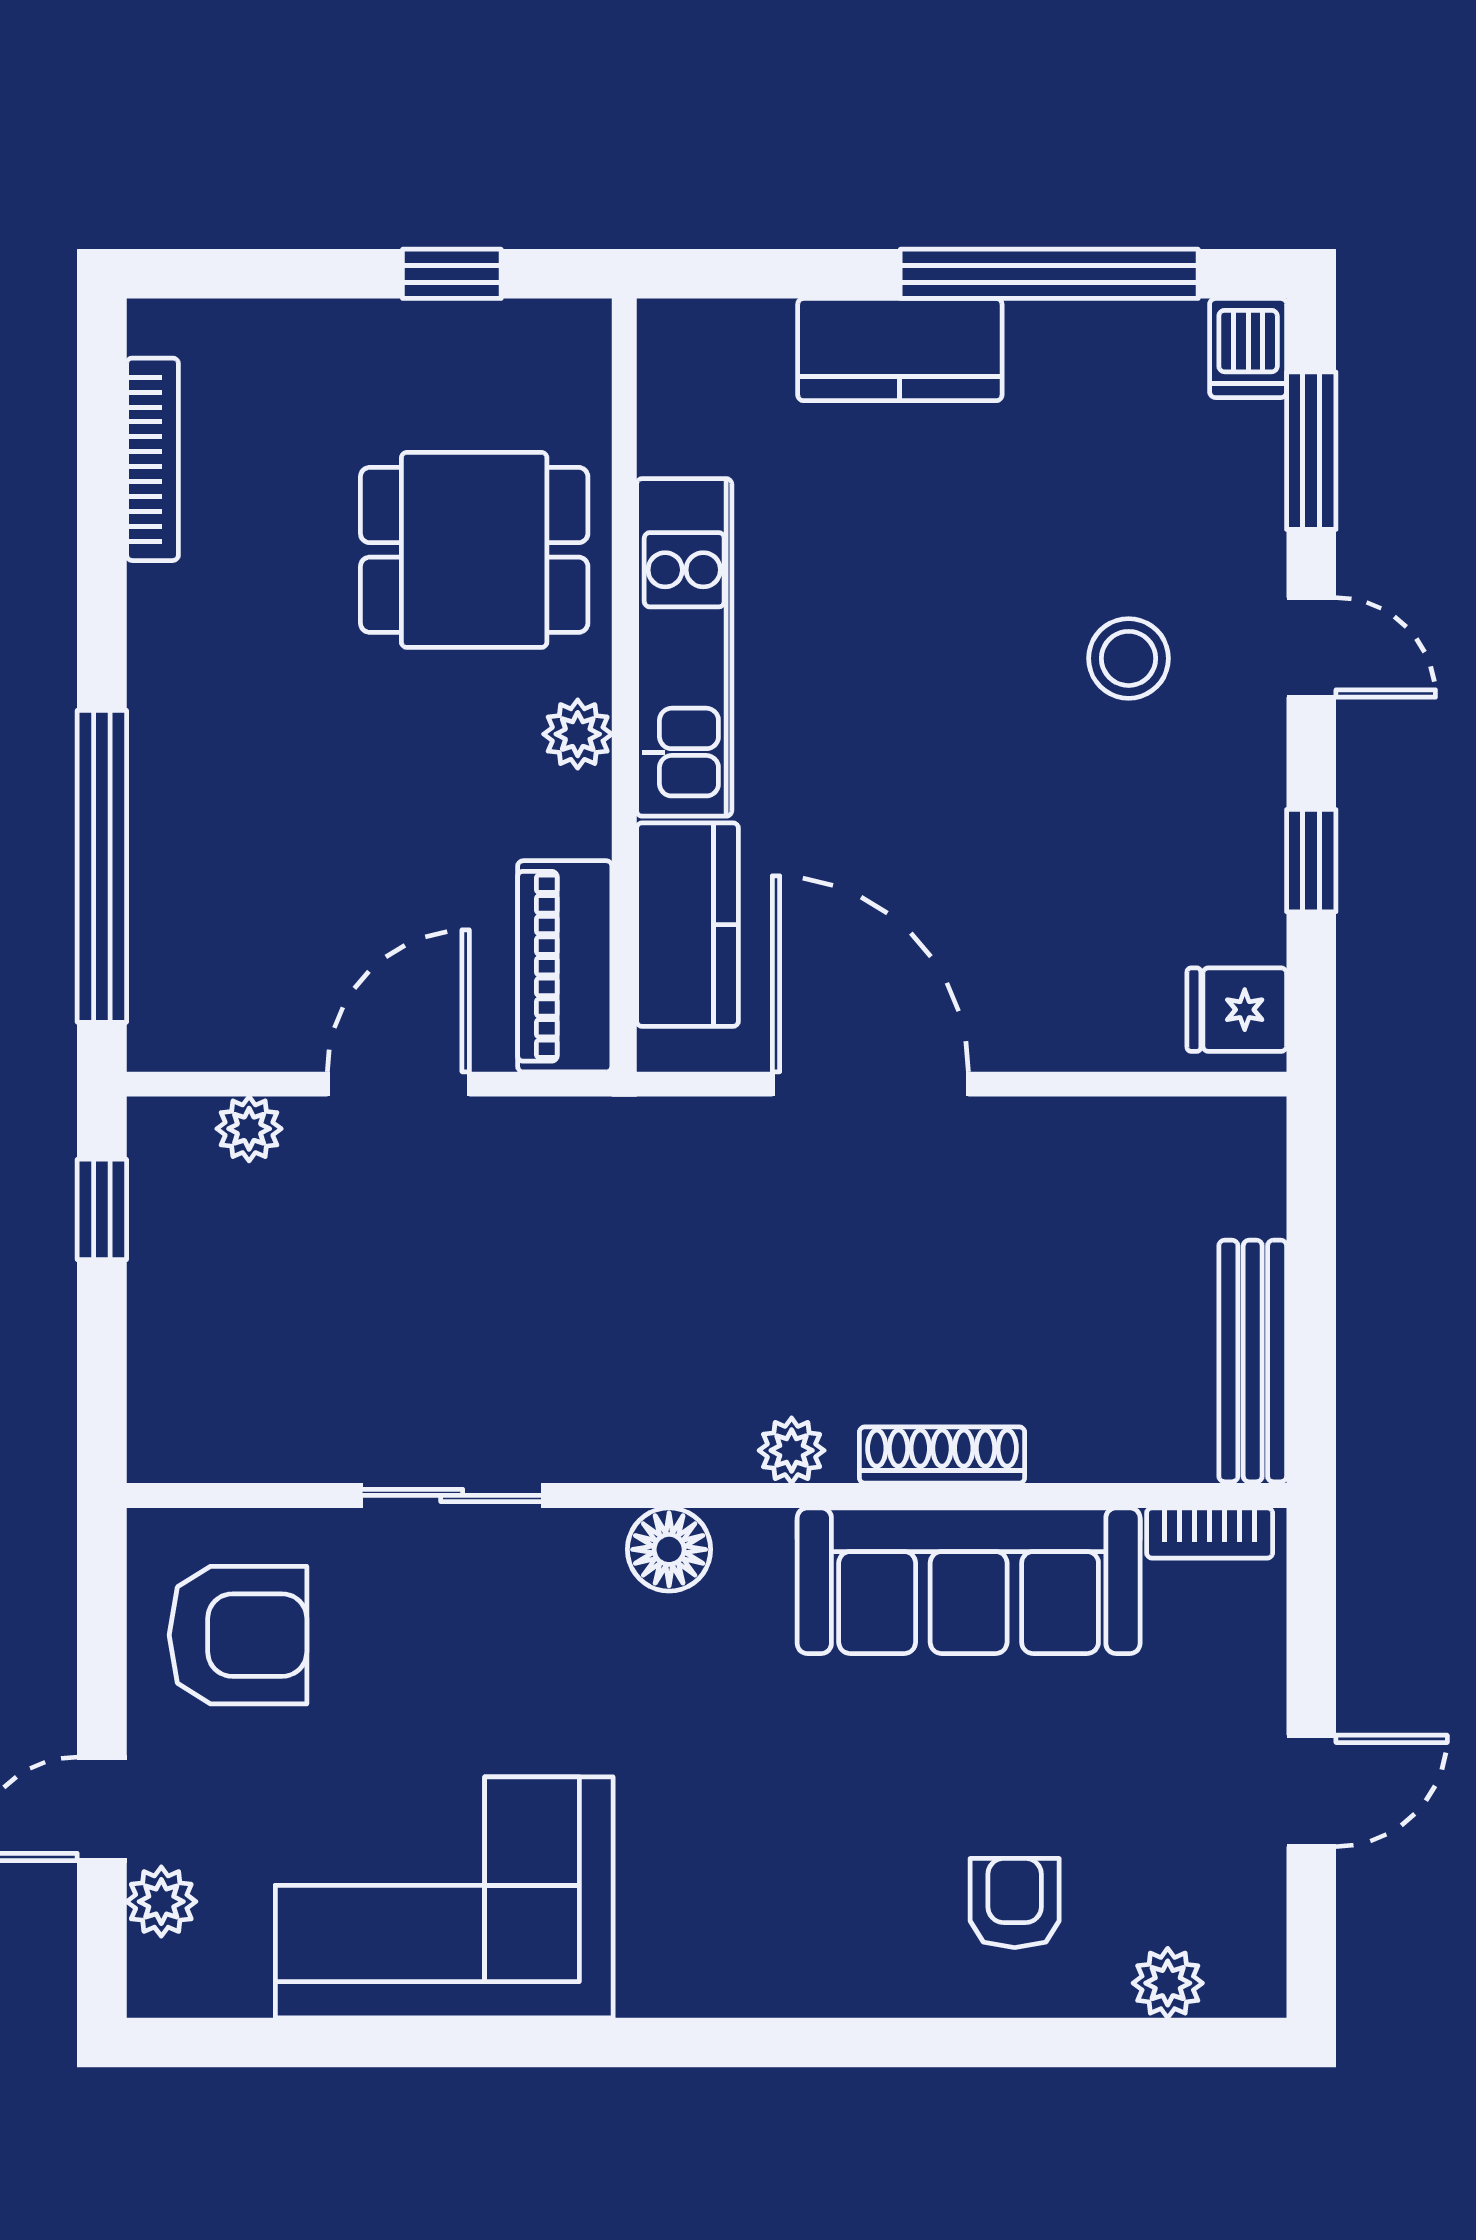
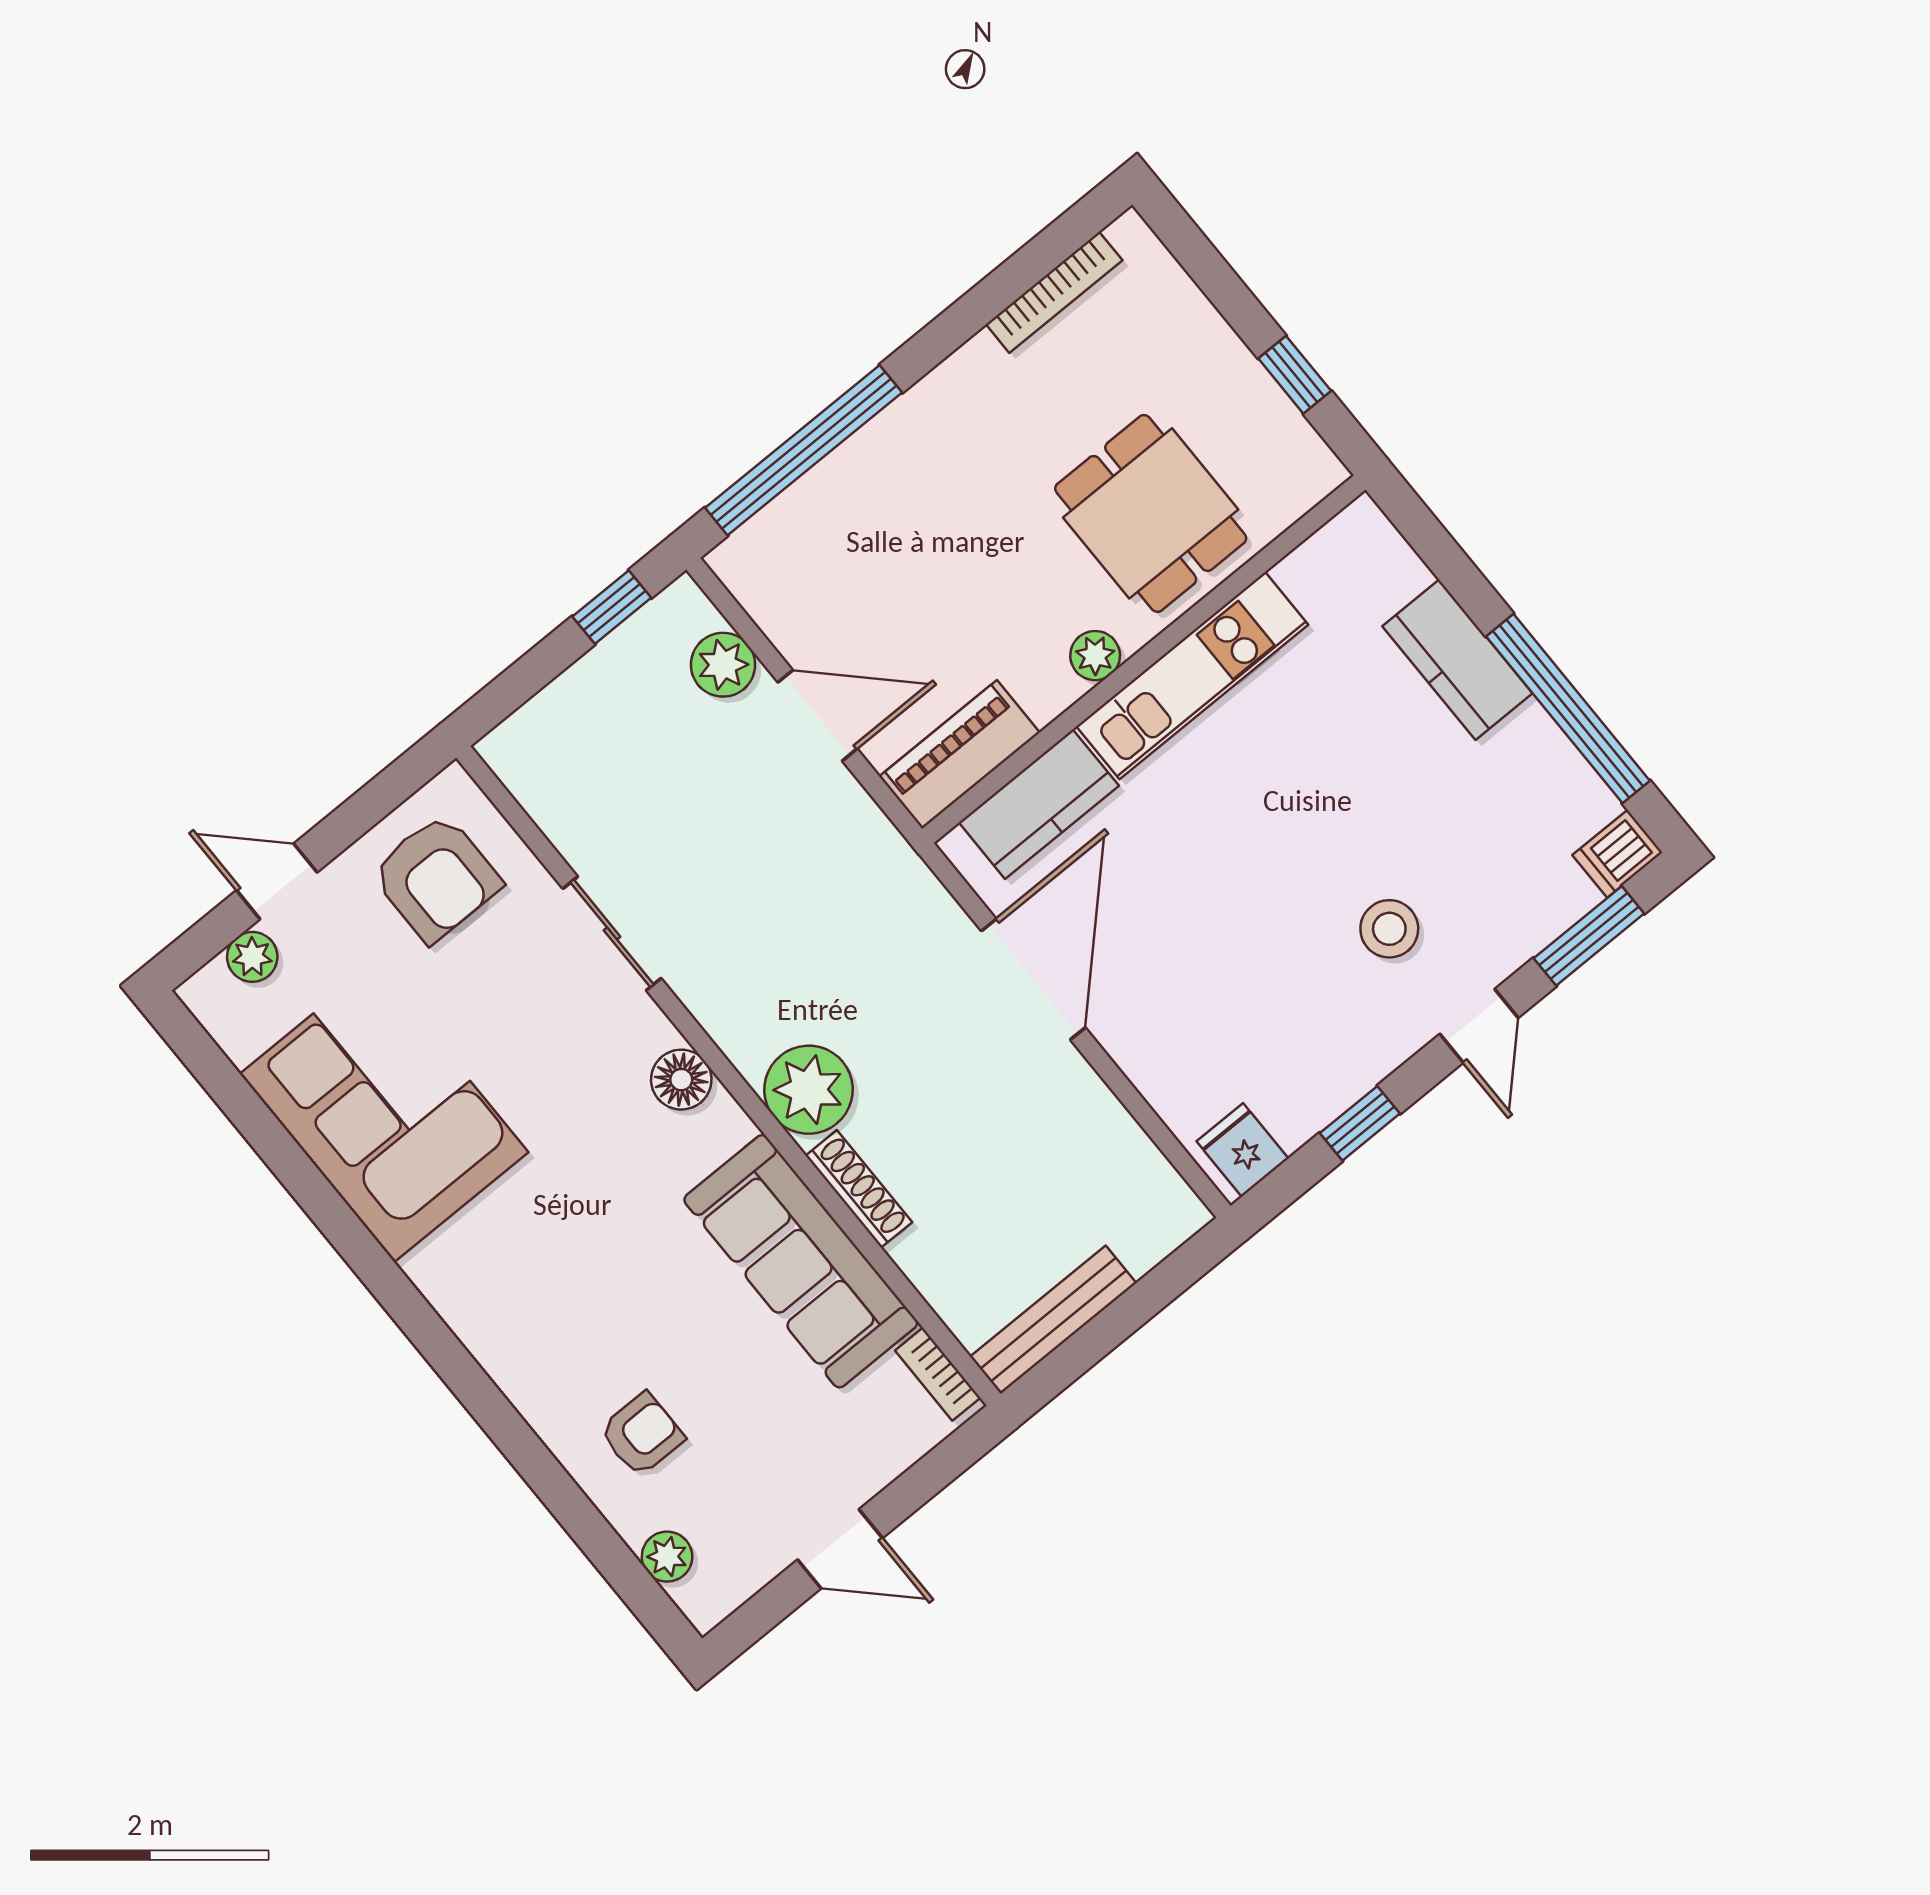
plant: (249, 1129) -> (723, 665), width x1.38, depth x1.38
plant: (792, 1450) -> (809, 1090), width x1.88, depth x1.88

